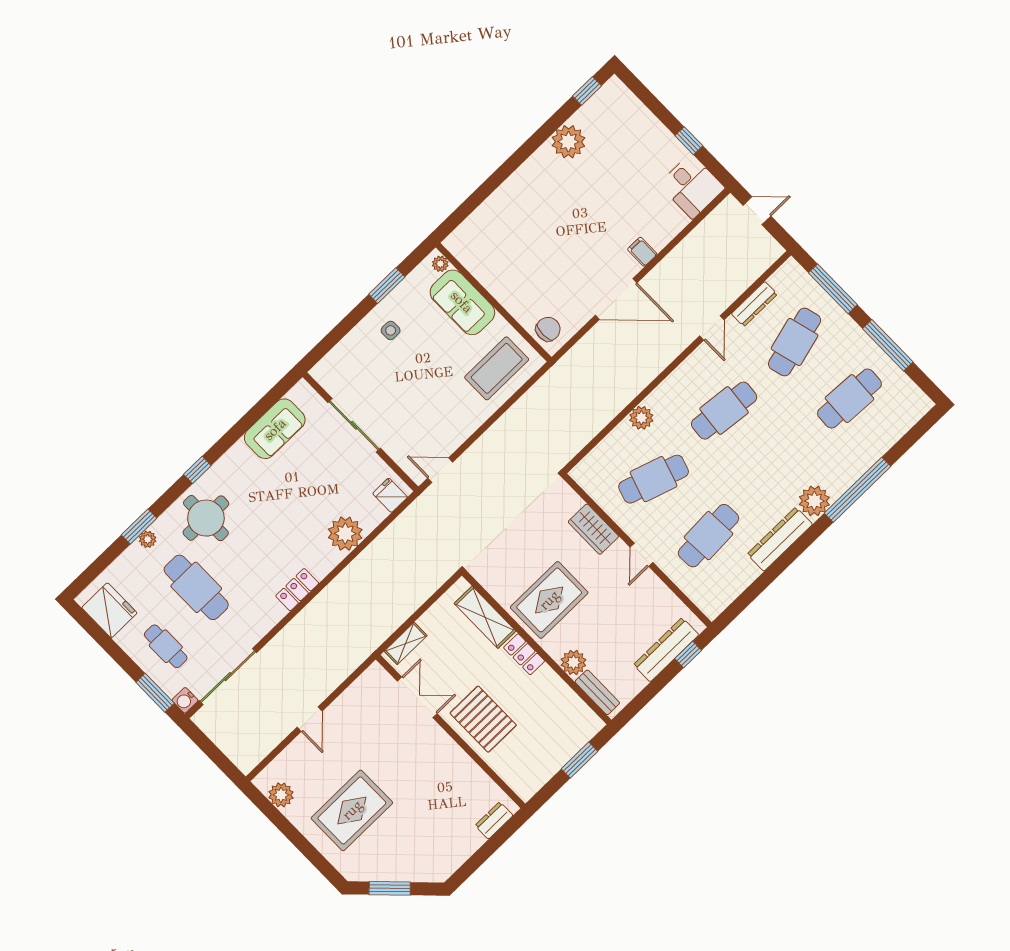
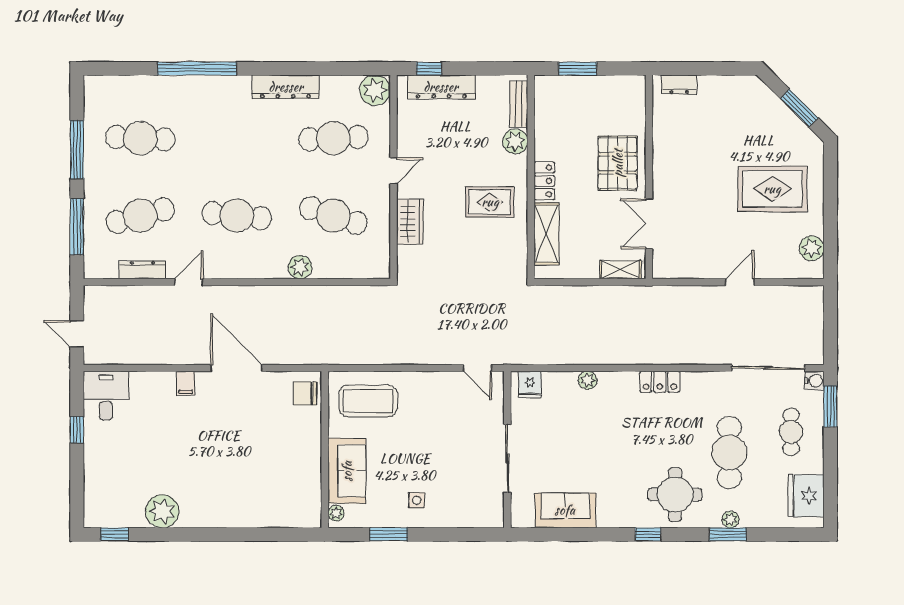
plant: (814, 501) -> (375, 90), moved
plant: (345, 534) -> (588, 380), width x0.53, depth x0.53
rug: (549, 600) -> (490, 202), width x0.73, depth x0.70

